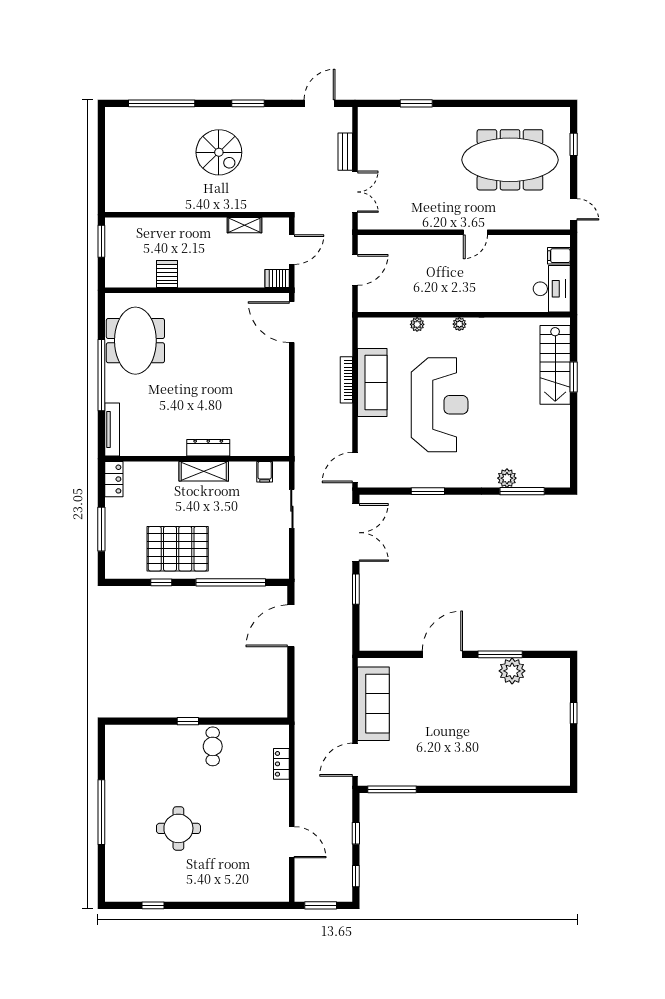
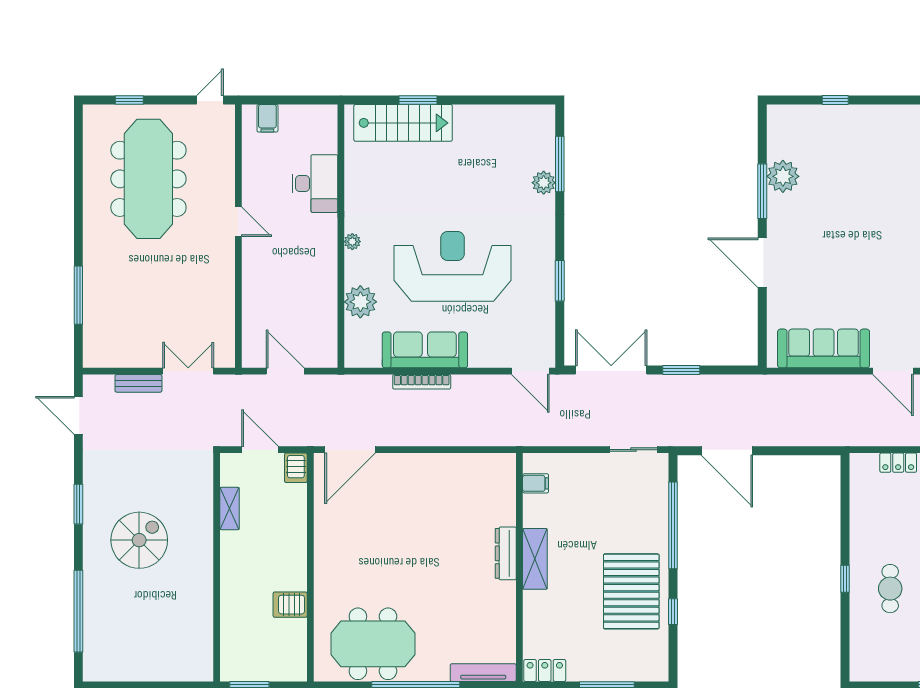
window: (416, 103) -> (78, 295), width x1.44
desk: (552, 289) -> (315, 184), moved, turned 90
plant: (417, 324) -> (360, 302), width x1.88, depth x1.88
sliding door: (292, 509) -> (633, 450), moved
cafe table: (213, 746) -> (890, 589), moved, turned 90

